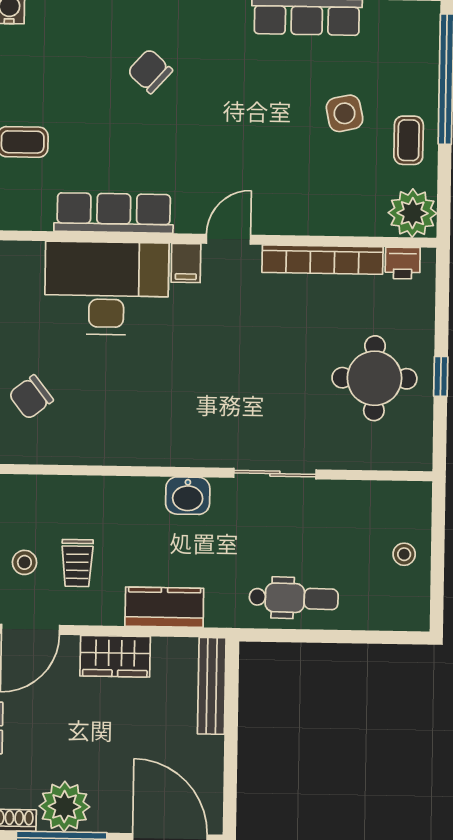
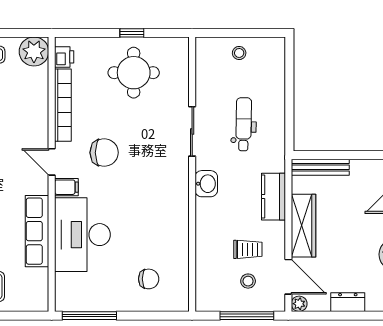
chair: (242, 327) -> (104, 153), added
chair: (31, 397) -> (149, 279), turned -52
dental chair: (294, 598) -> (244, 124), moved
wardrobe: (115, 656) -> (303, 226), width x1.50

